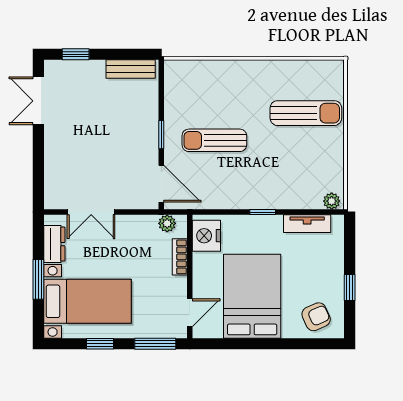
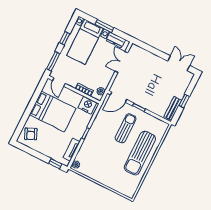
window: (76, 54) -> (184, 101), moved
sun lounger: (306, 113) -> (140, 153), moved, width x1.36, depth x1.34
window: (350, 288) -> (55, 164), moved

